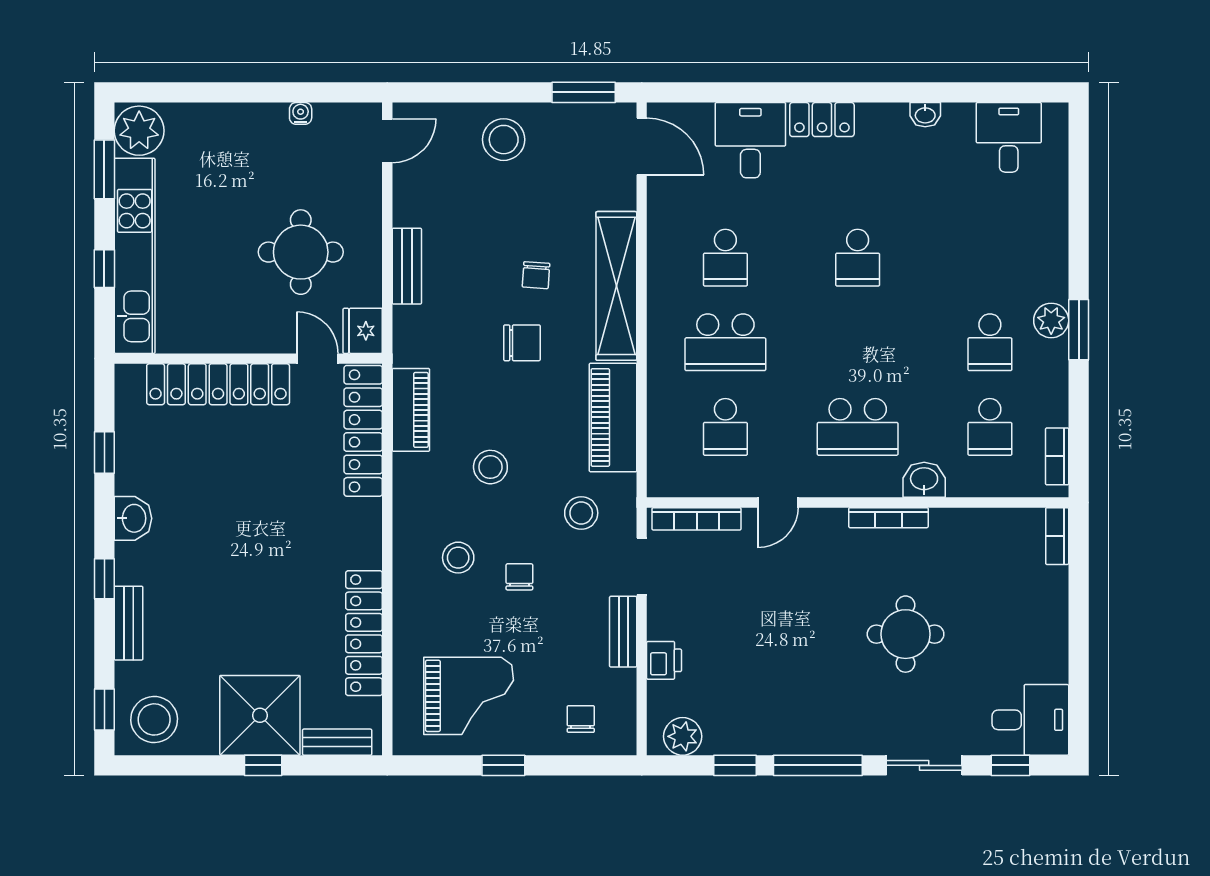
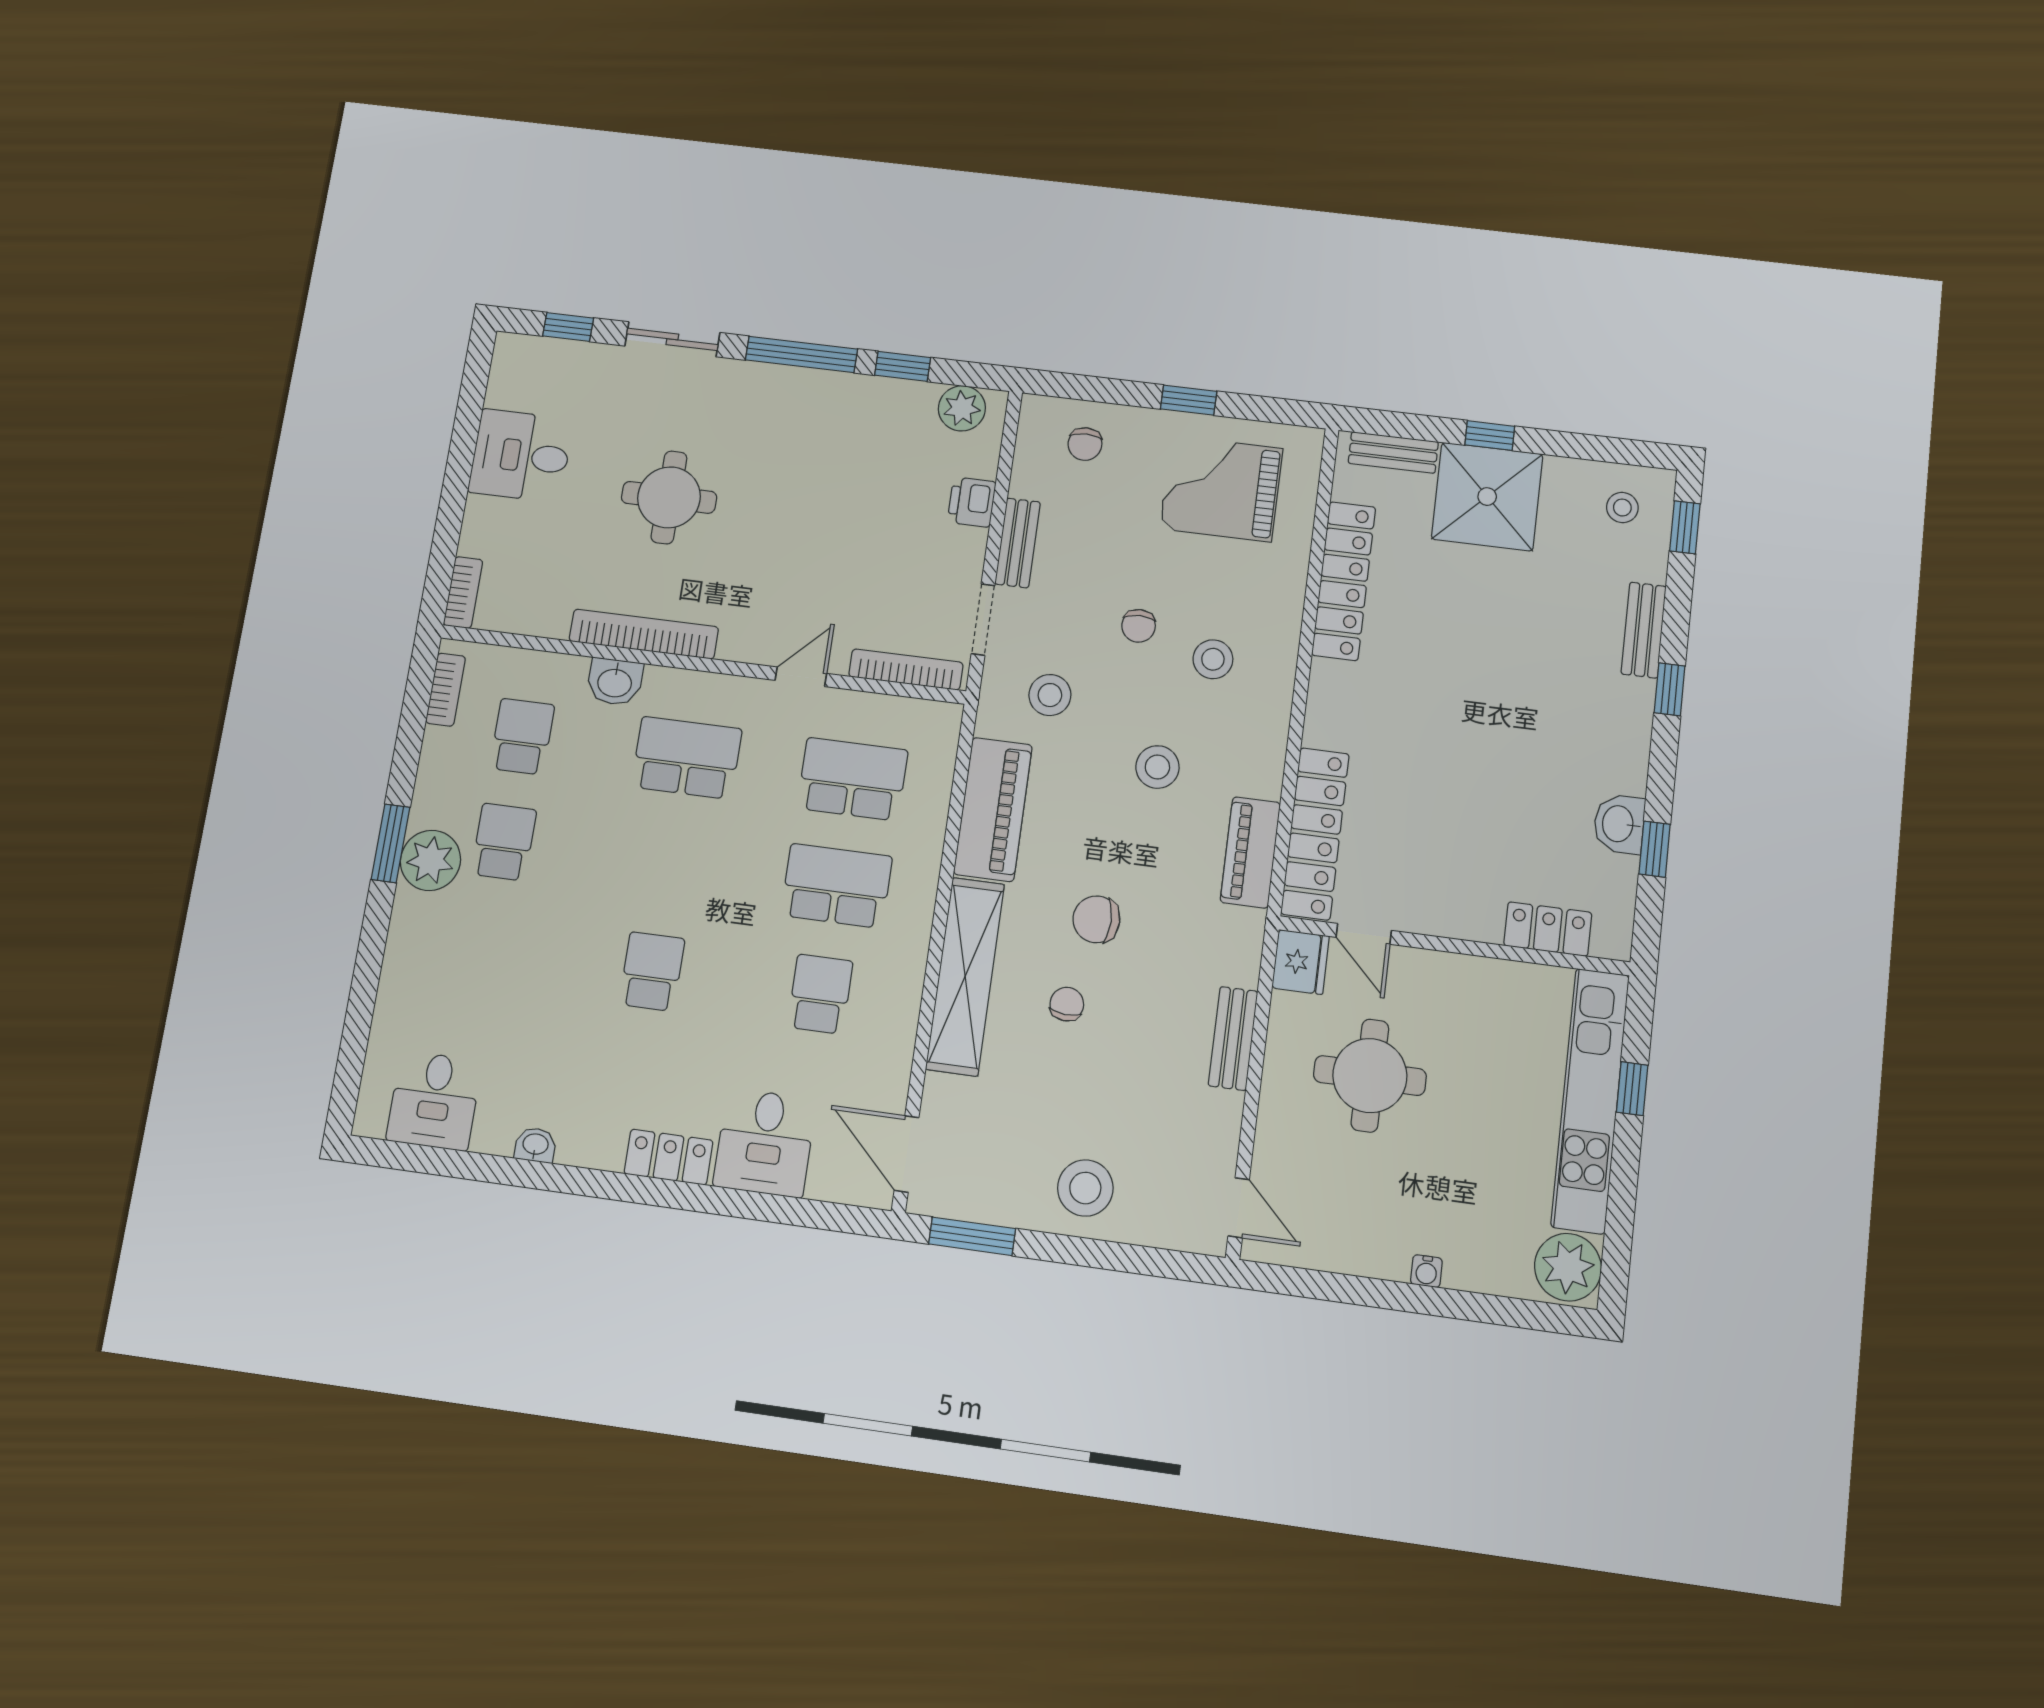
water cooler: (301, 113) -> (1426, 1271), moved
door: (387, 141) -> (1239, 1208), swing flipped
window: (104, 169) -> (1620, 1221), removed
plant: (1051, 320) -> (430, 860), width x1.36, depth x1.36
locker: (218, 384) -> (1548, 929), width x0.46, depth x0.83
school desk: (725, 427) -> (853, 779), width x1.85
washbasin: (133, 518) -> (1619, 824), moved
bookcase: (888, 518) -> (644, 634), width x1.48, depth x1.31
stool: (154, 719) -> (1622, 508), width x0.53, depth x0.53
desk: (1030, 720) -> (521, 456), moved

